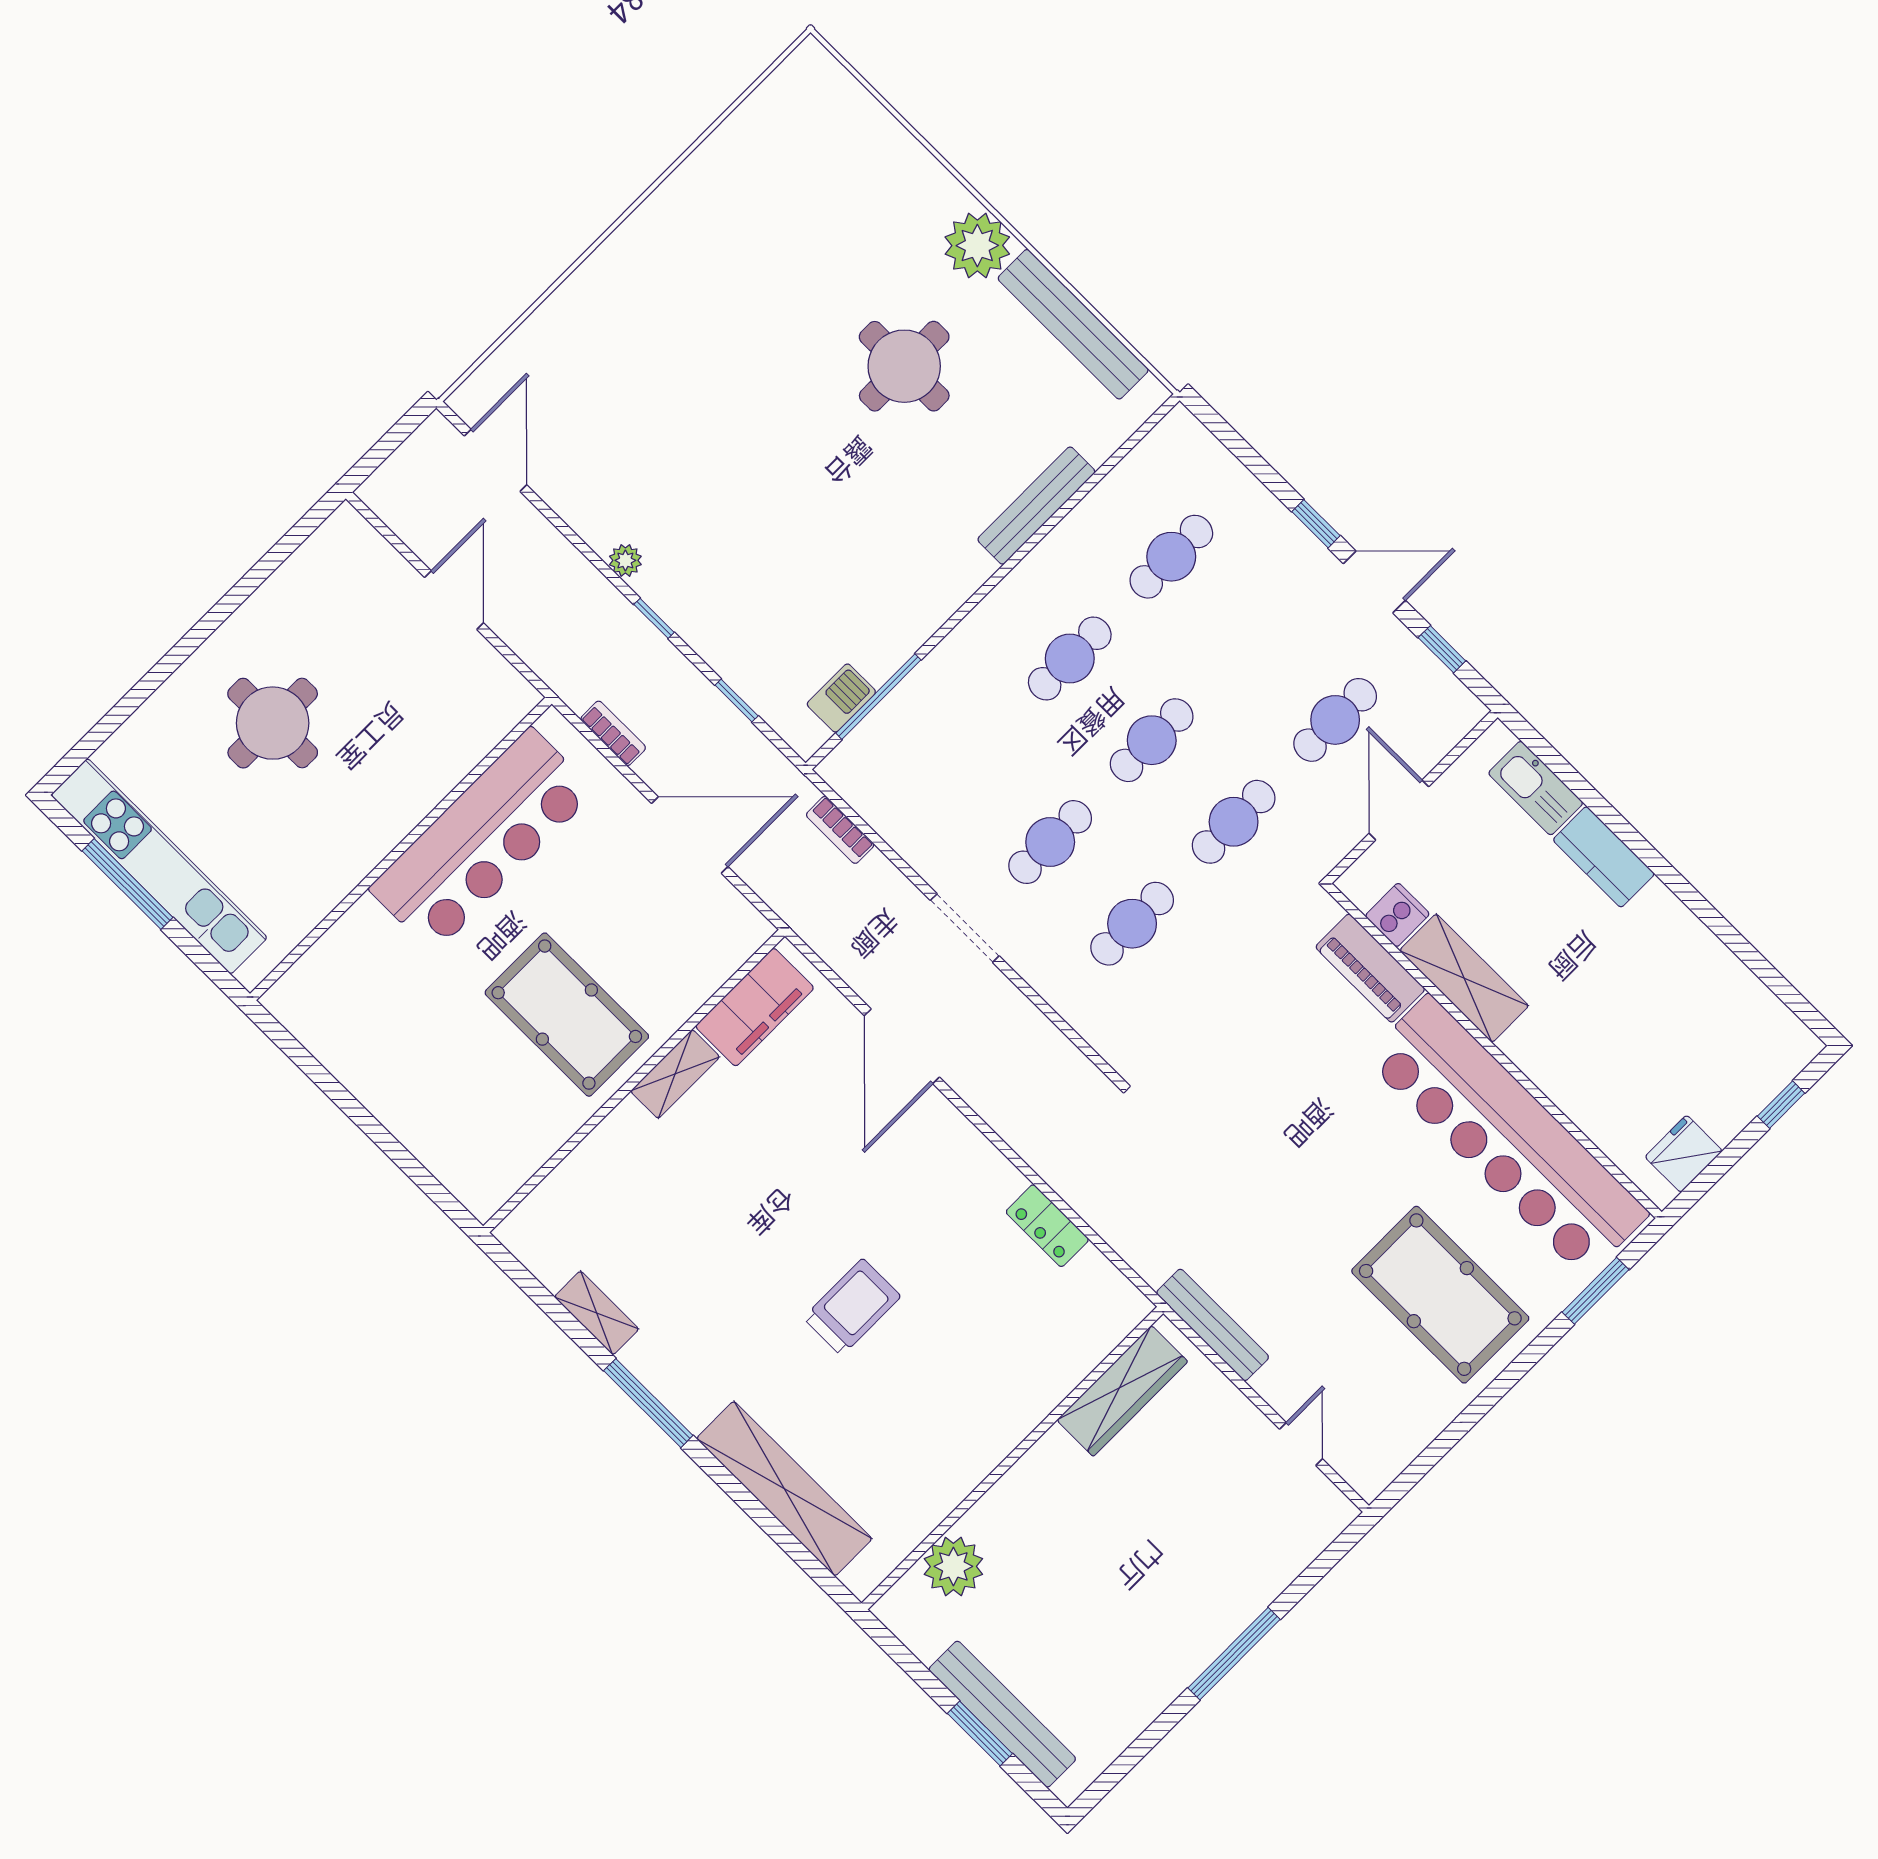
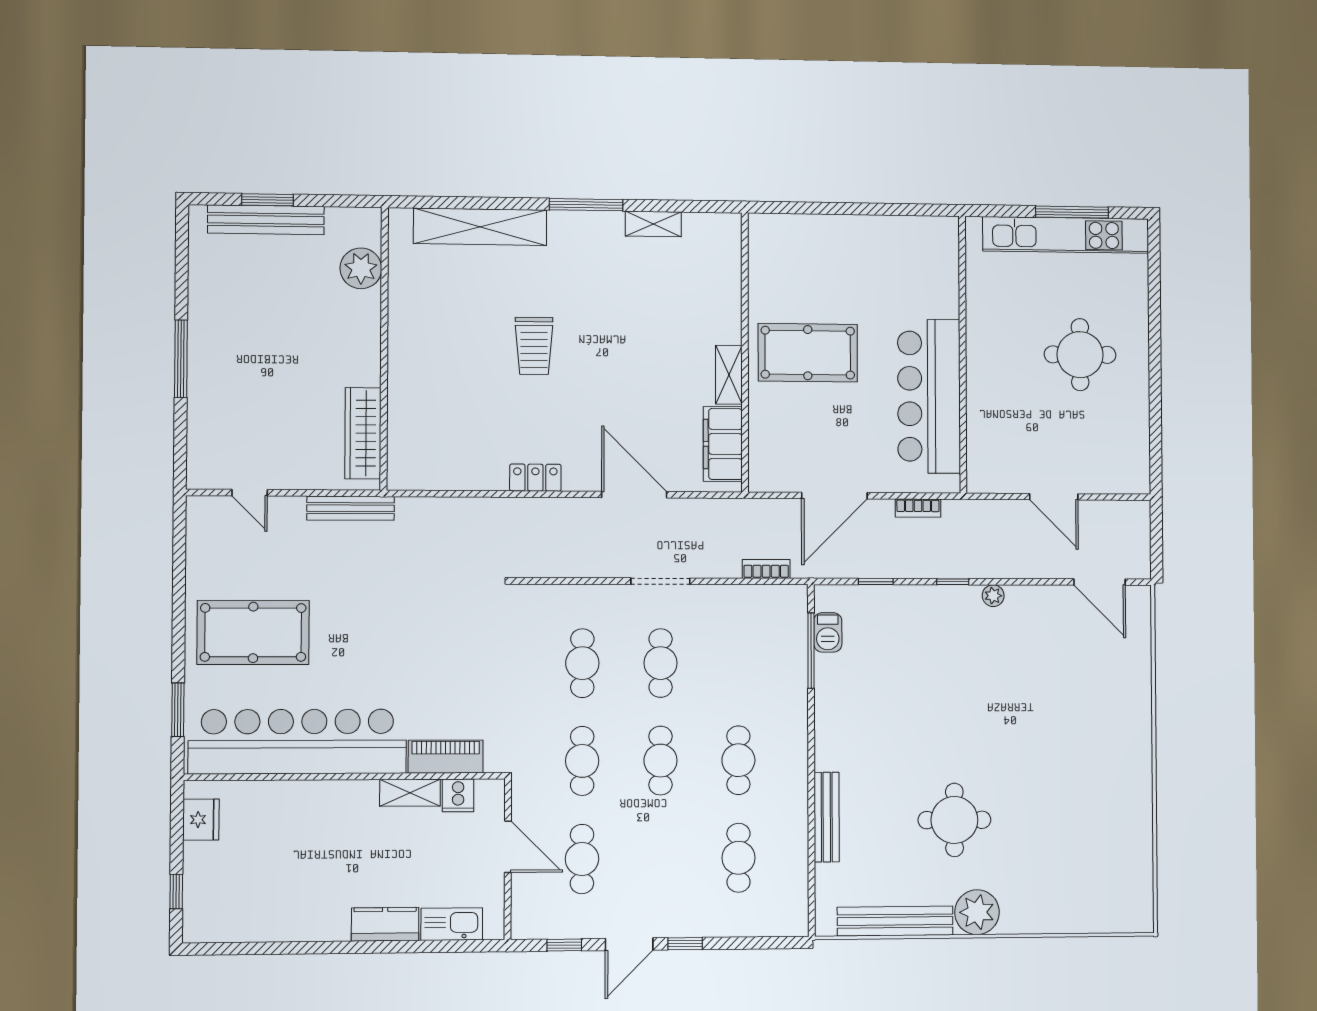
shelving: (1464, 978) -> (410, 793), width x0.67, depth x0.75
locker: (1047, 1226) -> (535, 478), moved

